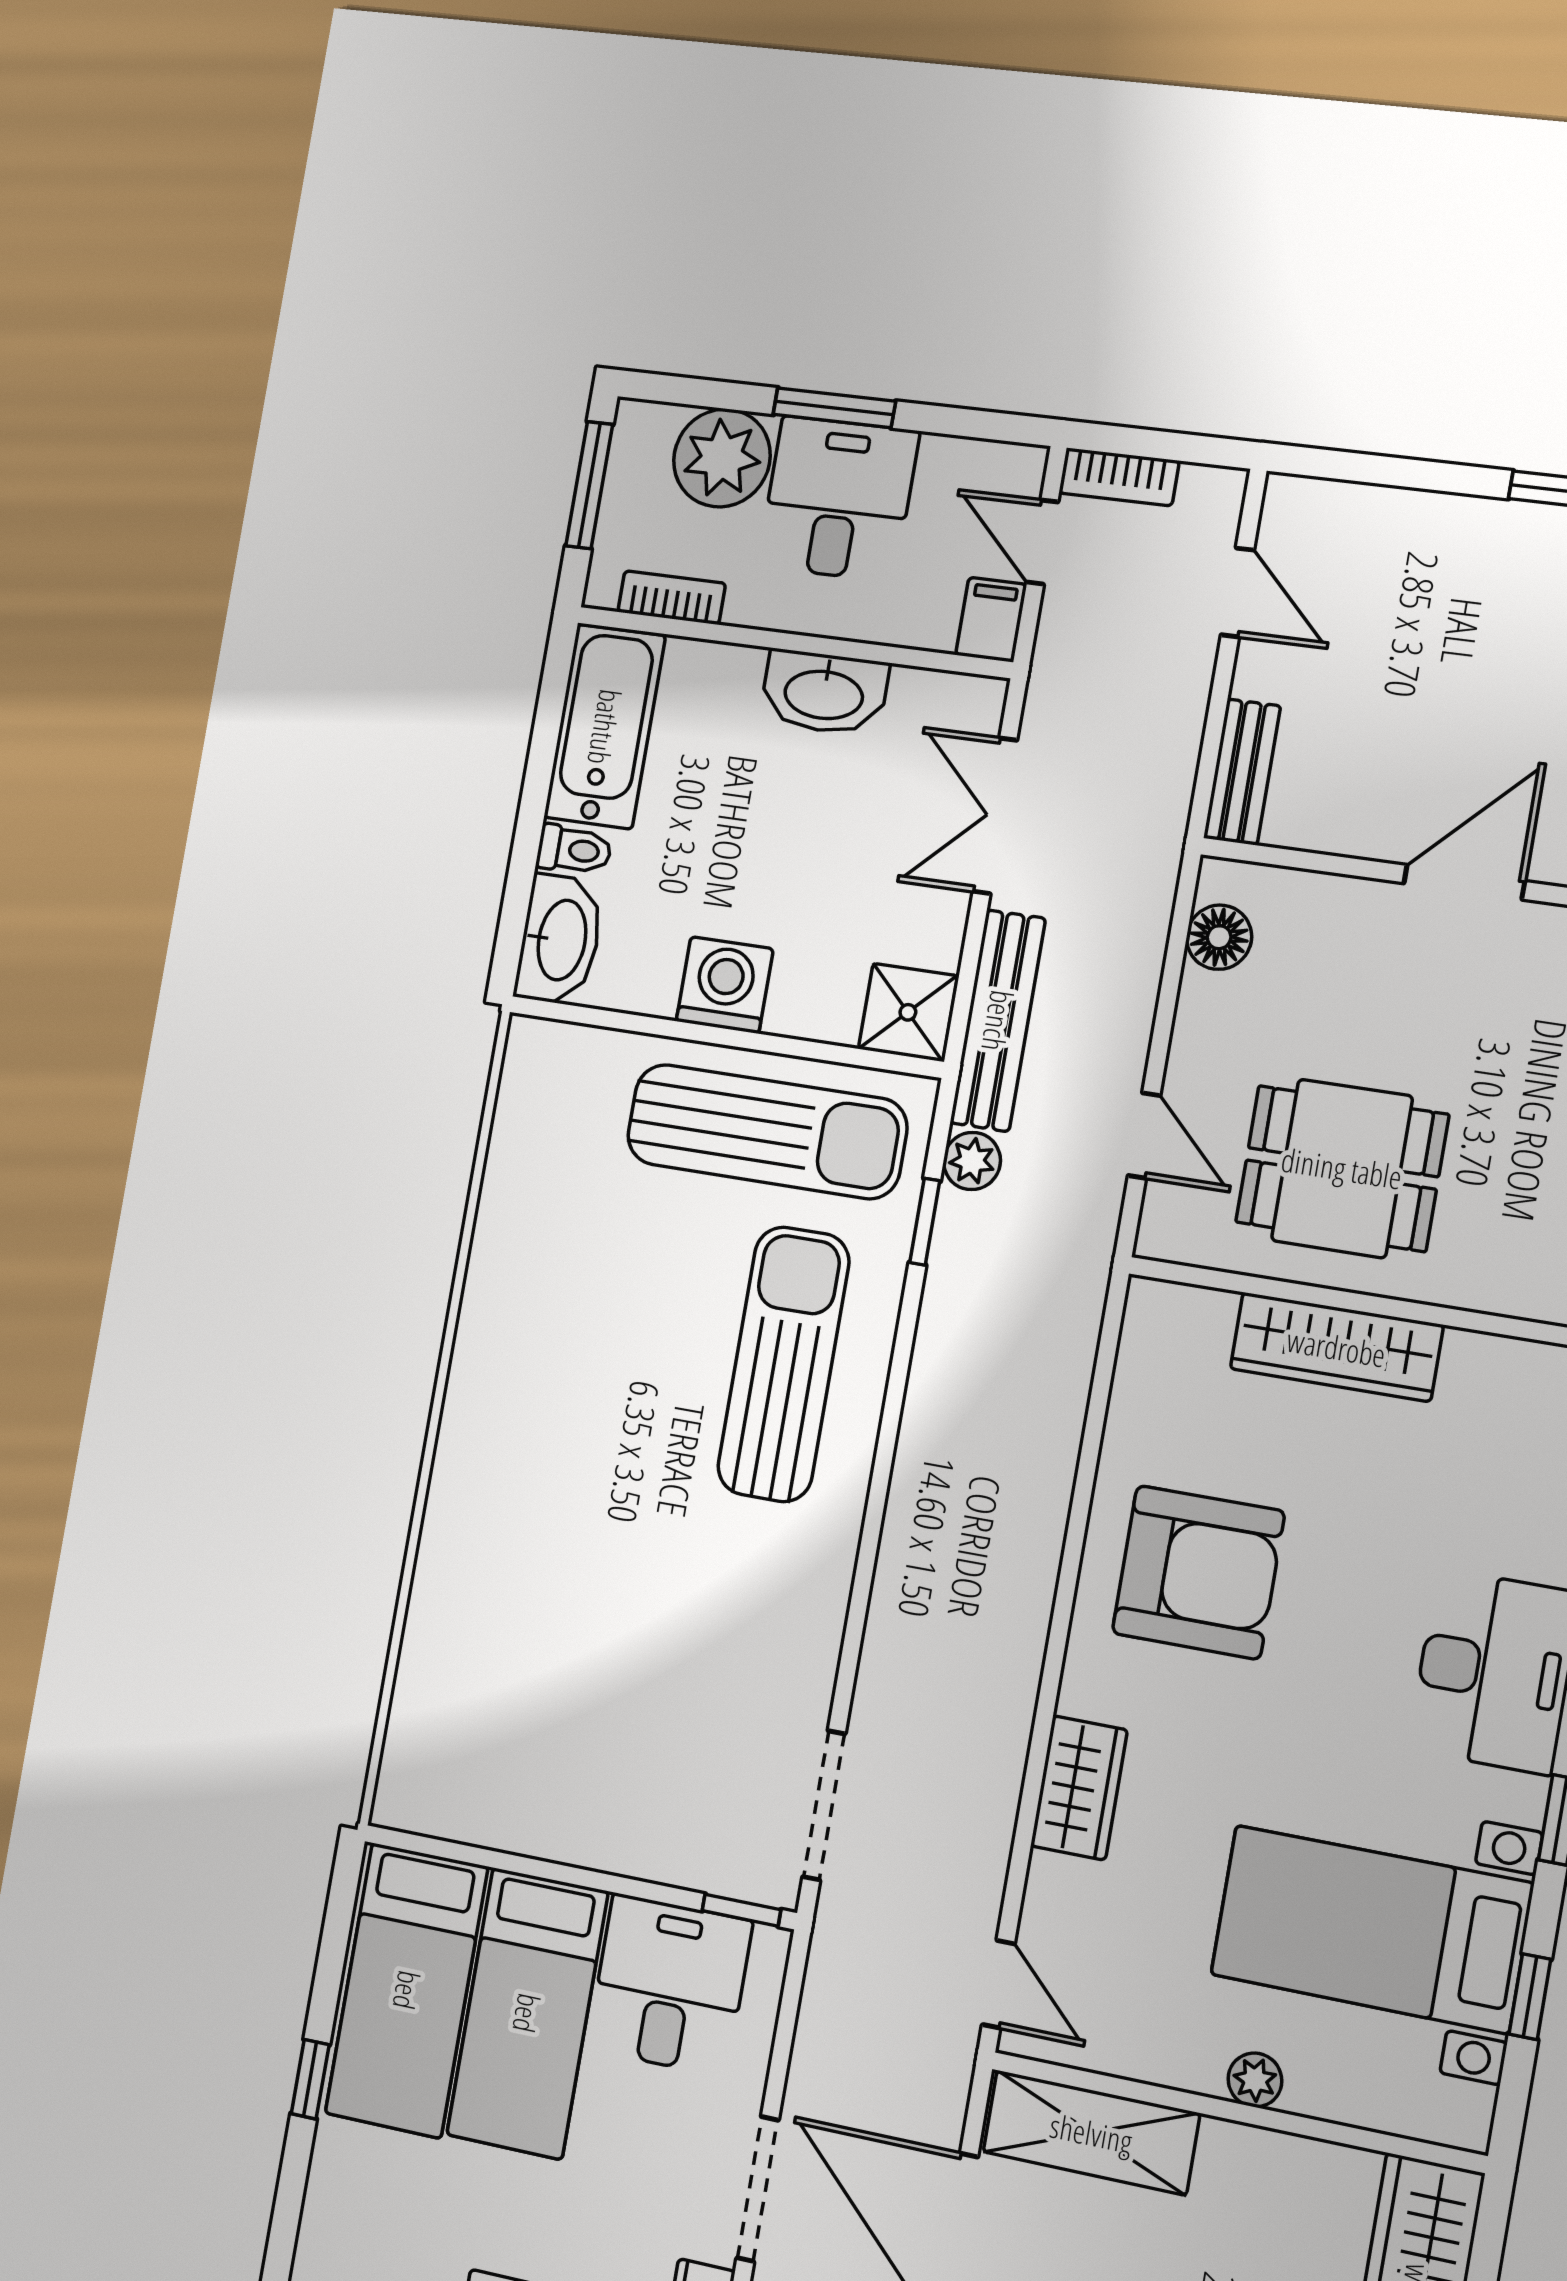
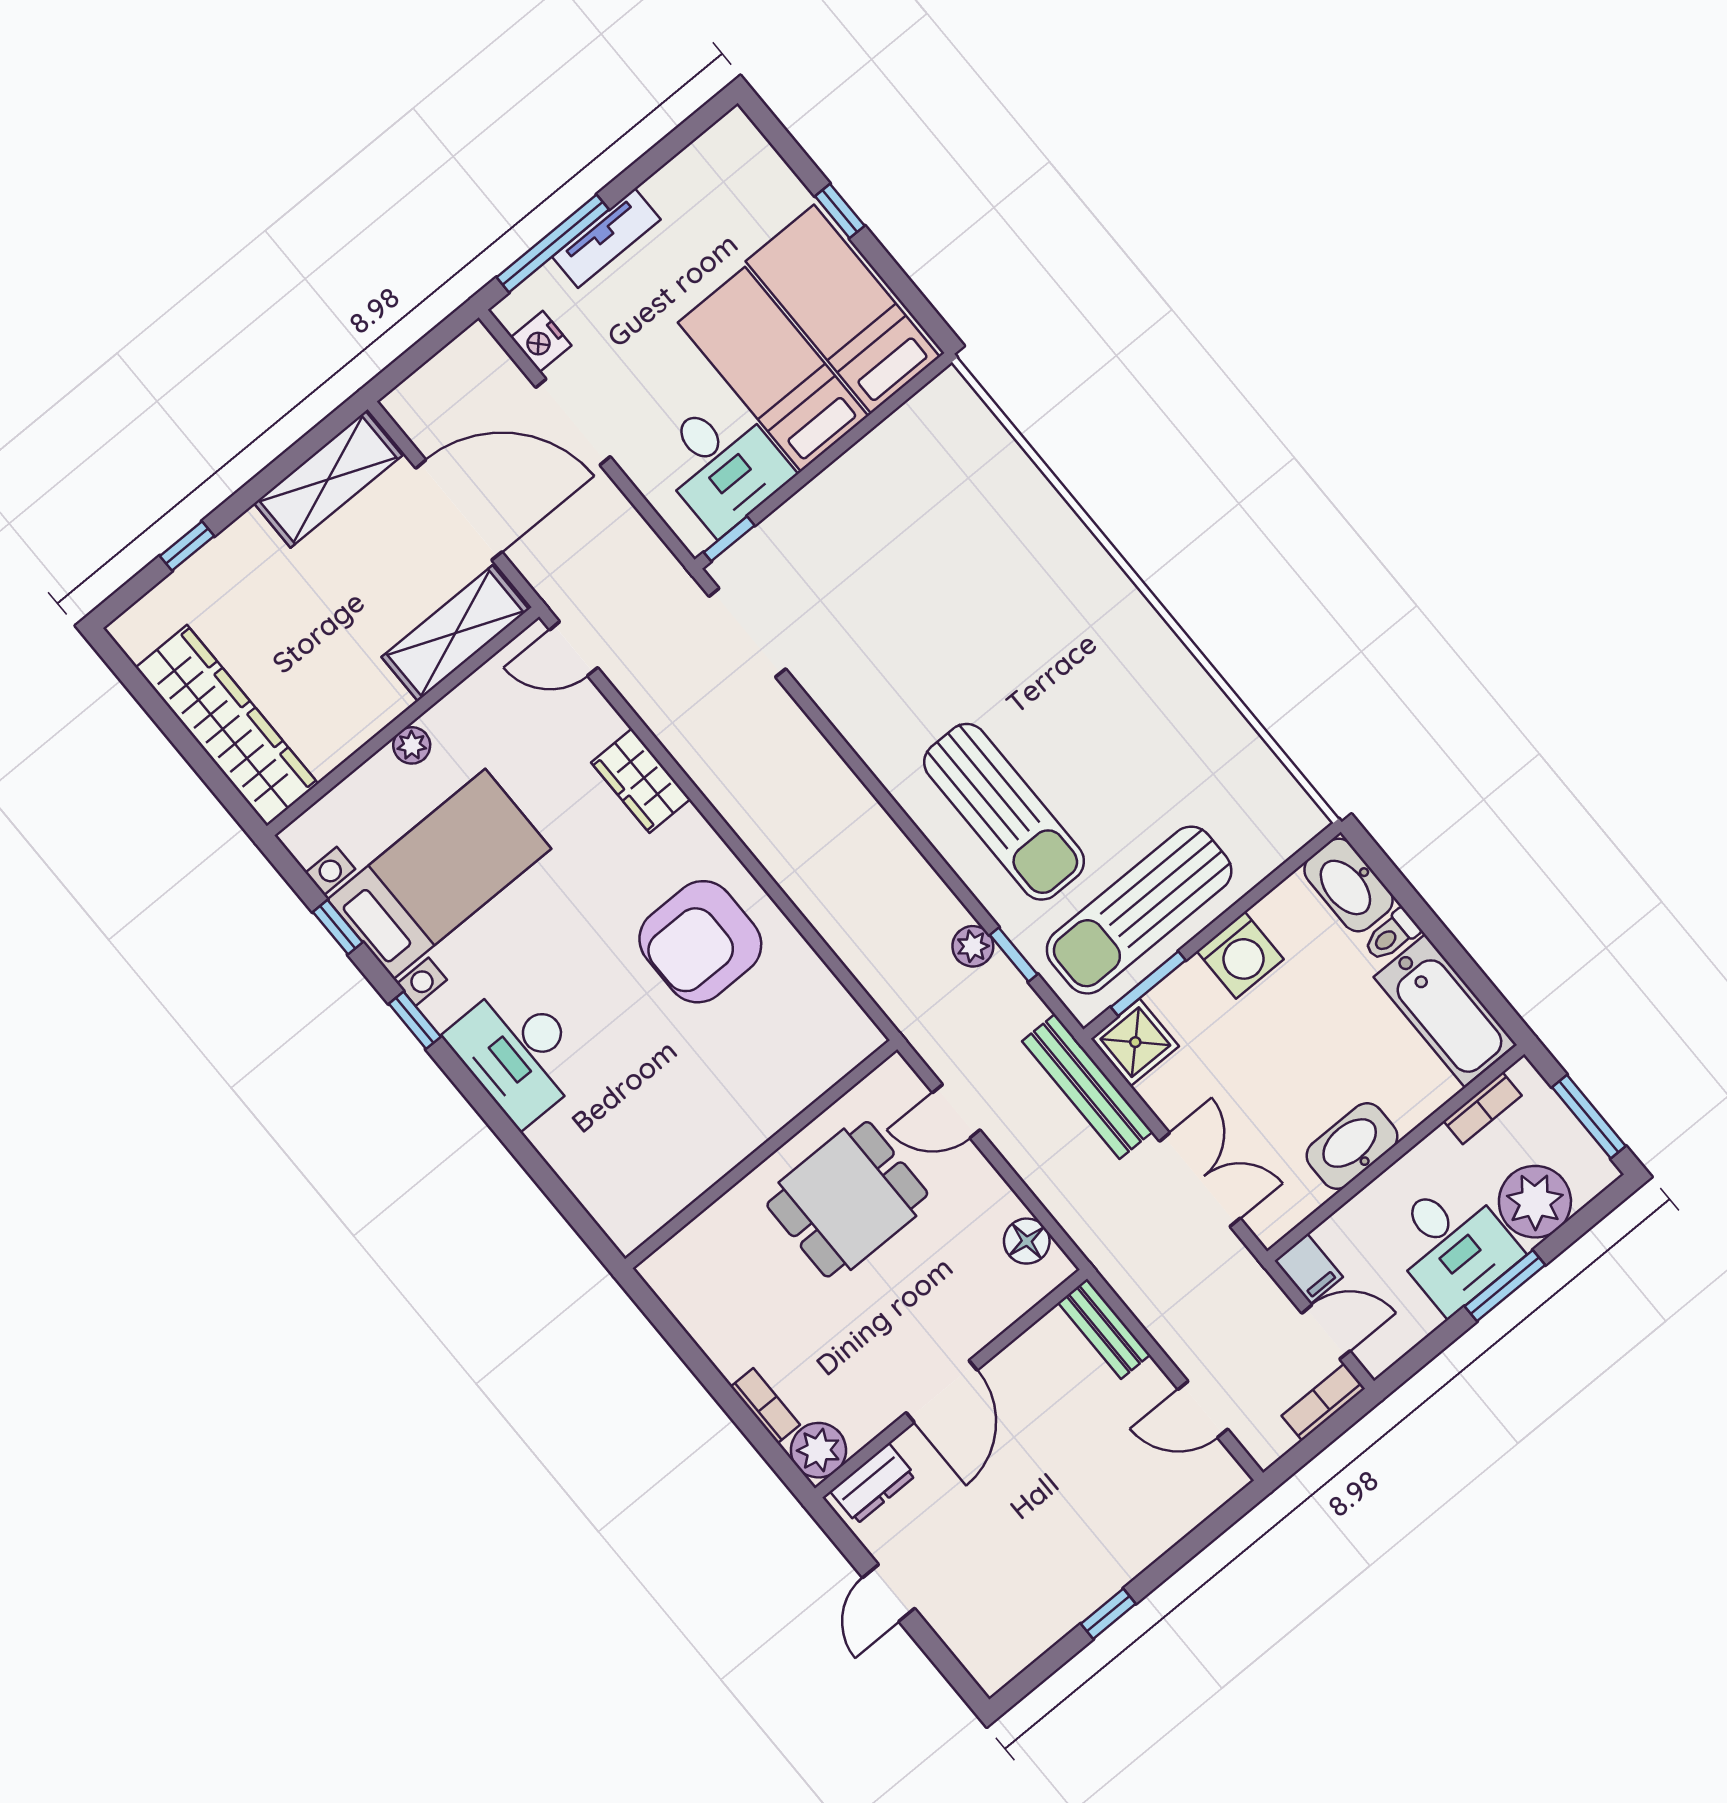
window: (835, 1054) -> (1148, 984), added
plant: (972, 1161) -> (973, 946), moved
wardrobe: (1336, 1347) -> (756, 1116), removed

